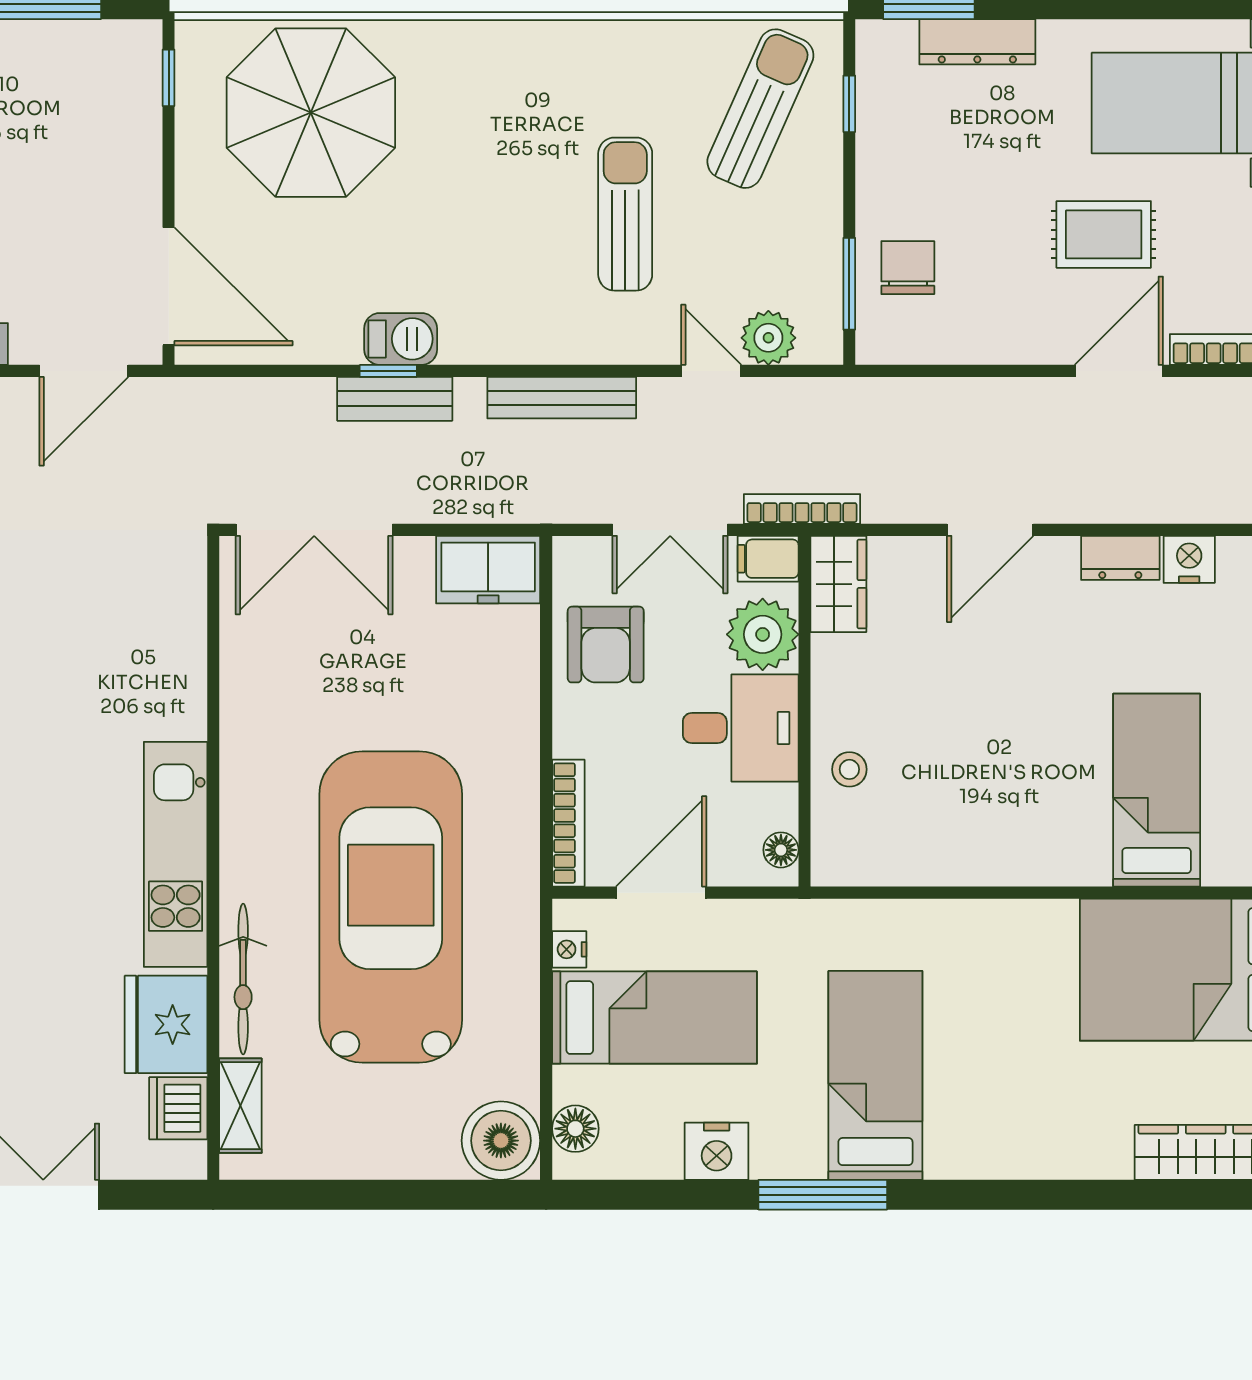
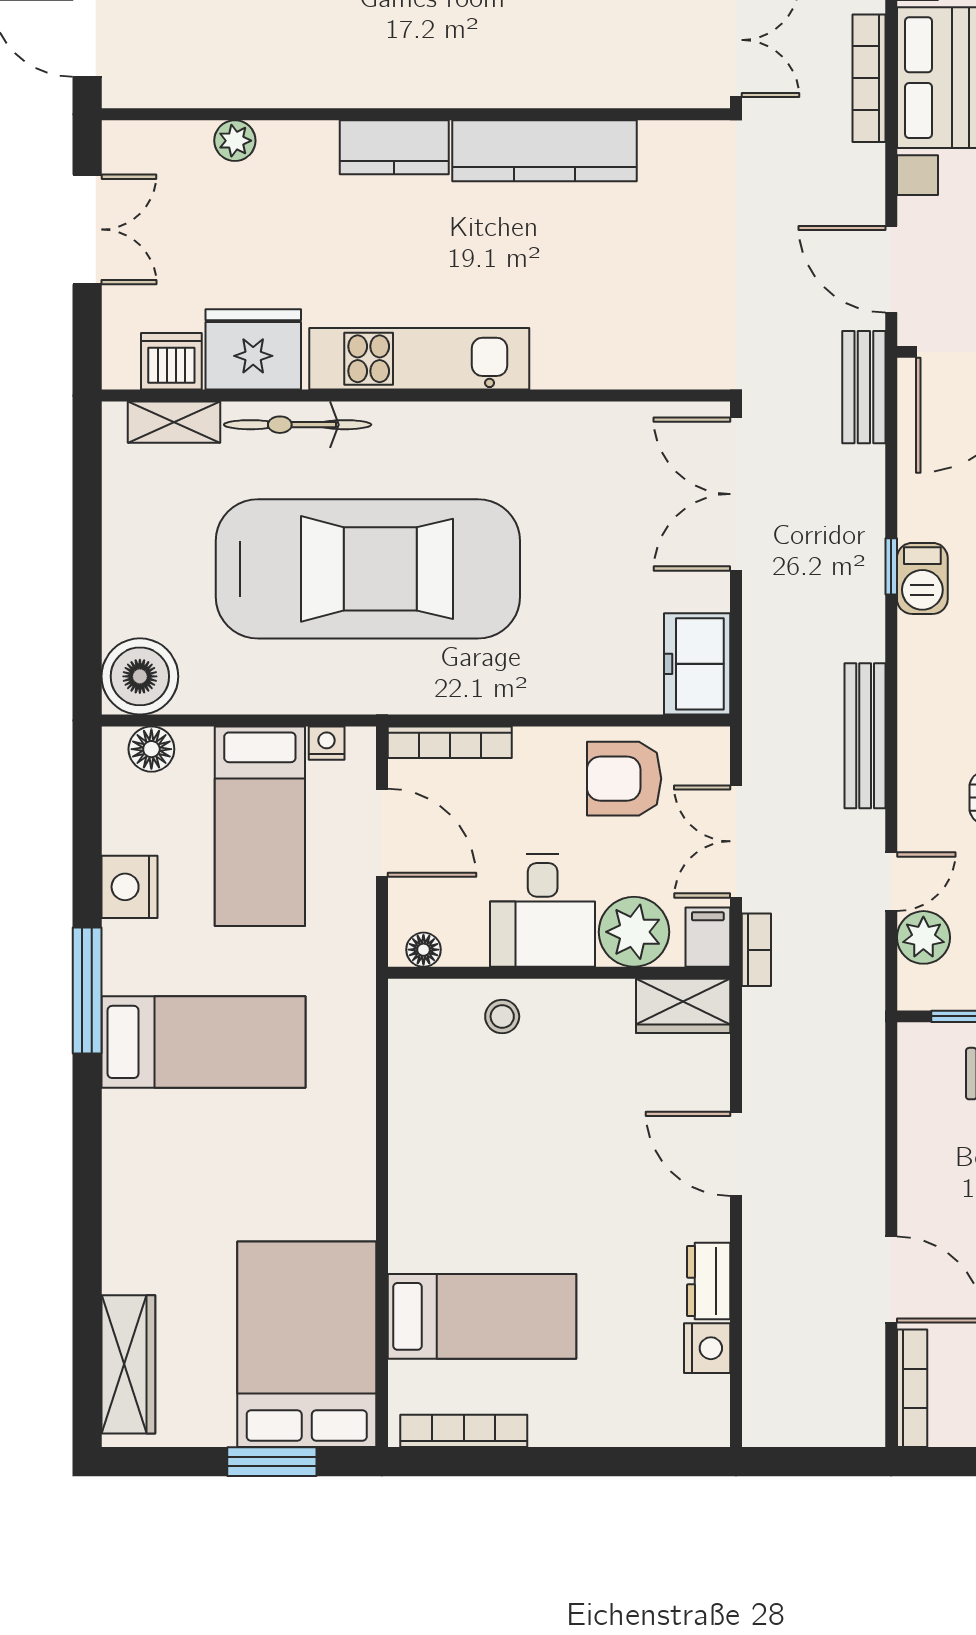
bench: (395, 399) -> (864, 387), moved
bookcase: (802, 509) -> (756, 950), width x0.64

